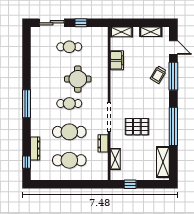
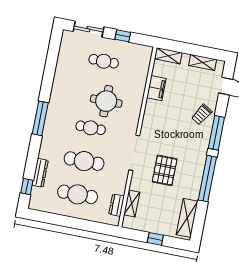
window: (173, 76) -> (216, 133), moved
pallet: (137, 127) -> (165, 170), turned 90
dresser: (103, 143) -> (117, 205), moved
window: (130, 184) -> (155, 239), moved

